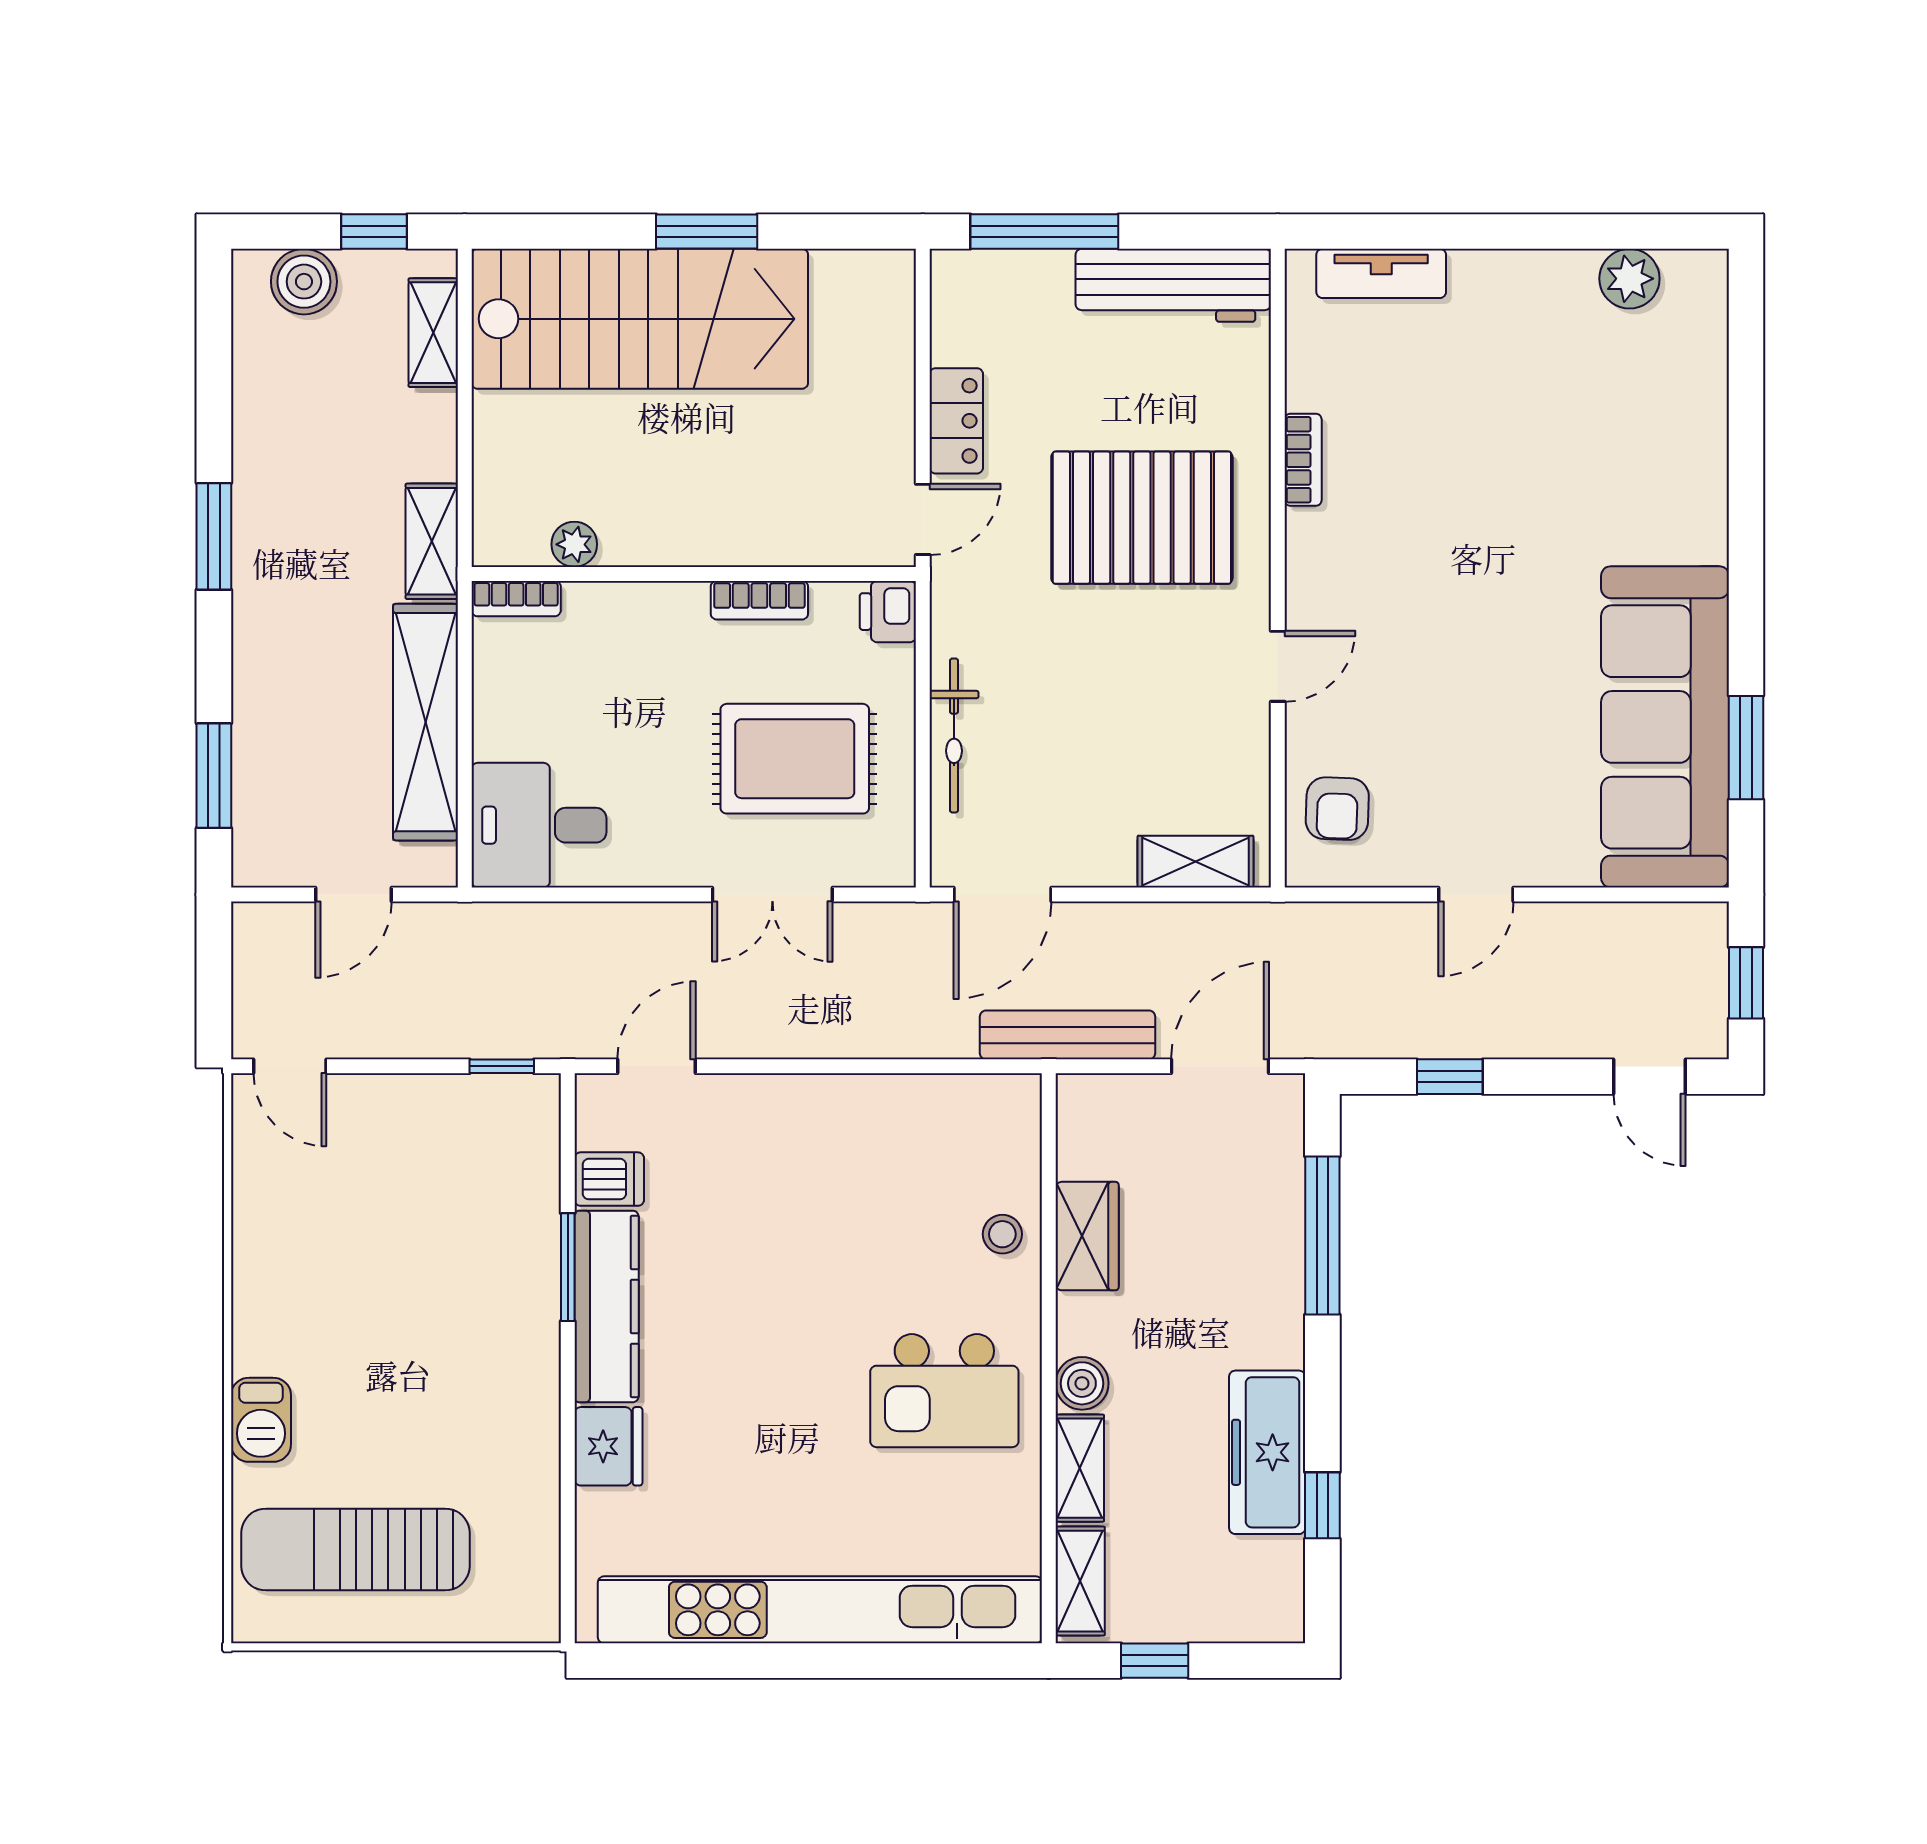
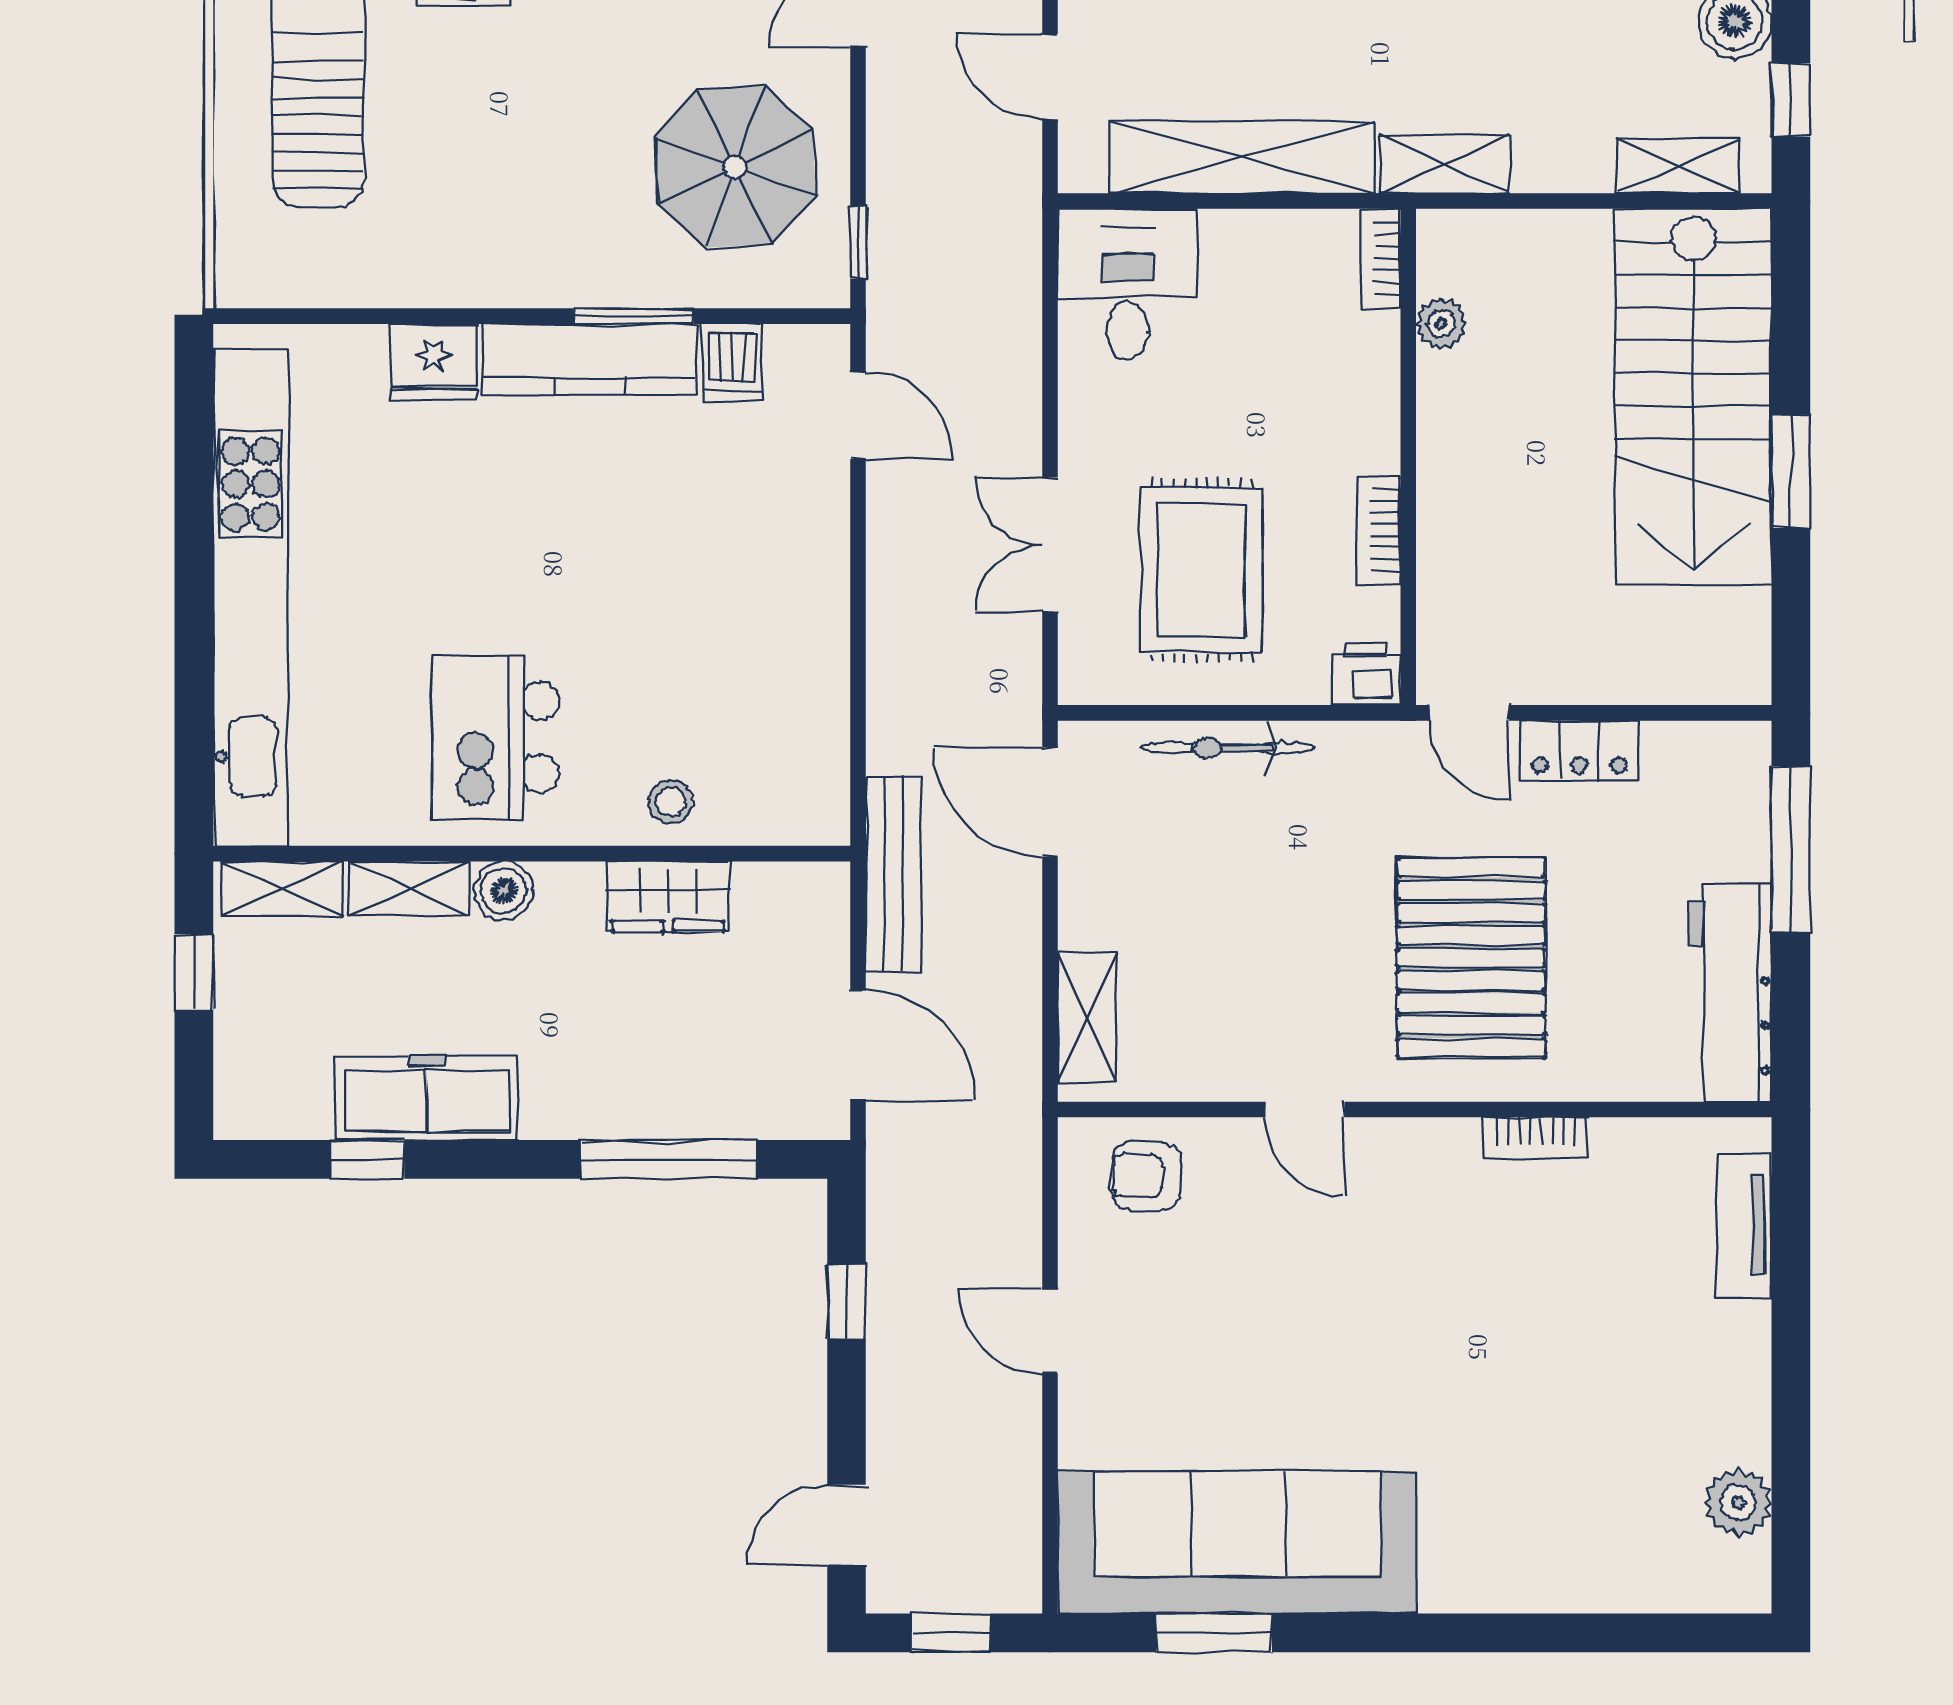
parasol: (434, 1176) -> (735, 167), added

